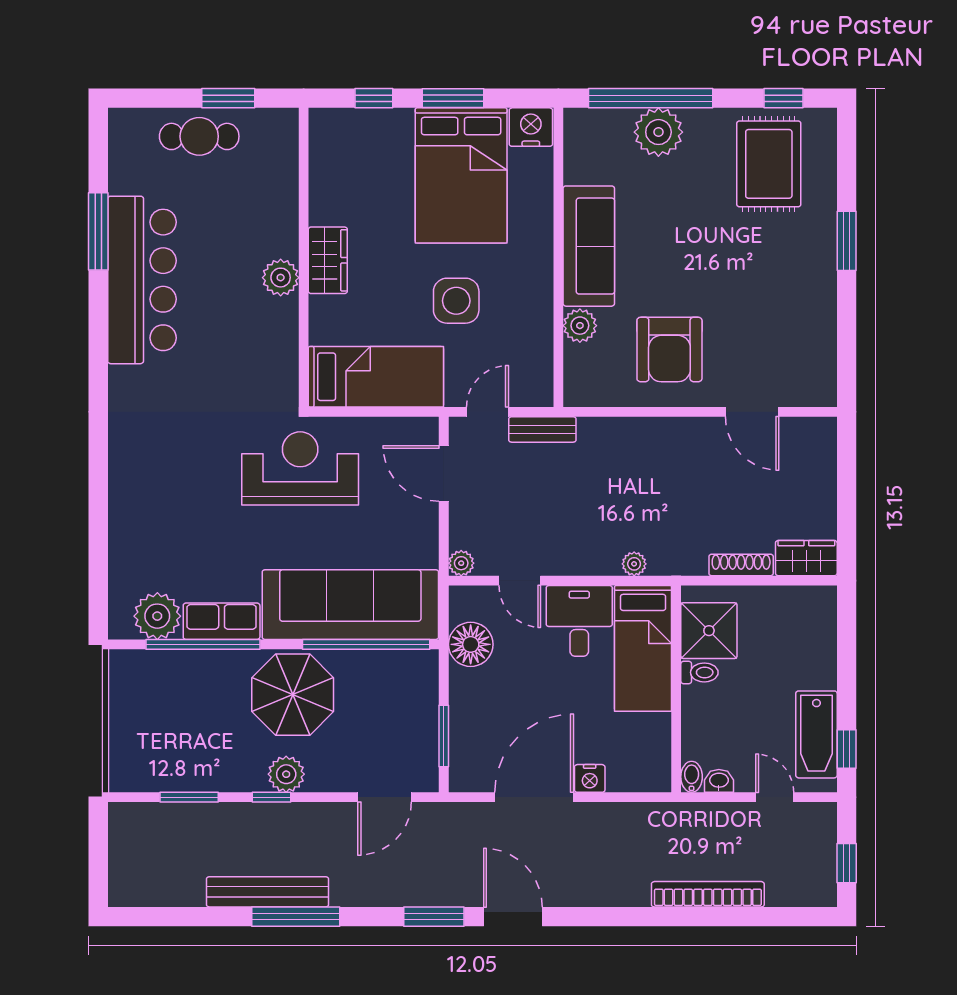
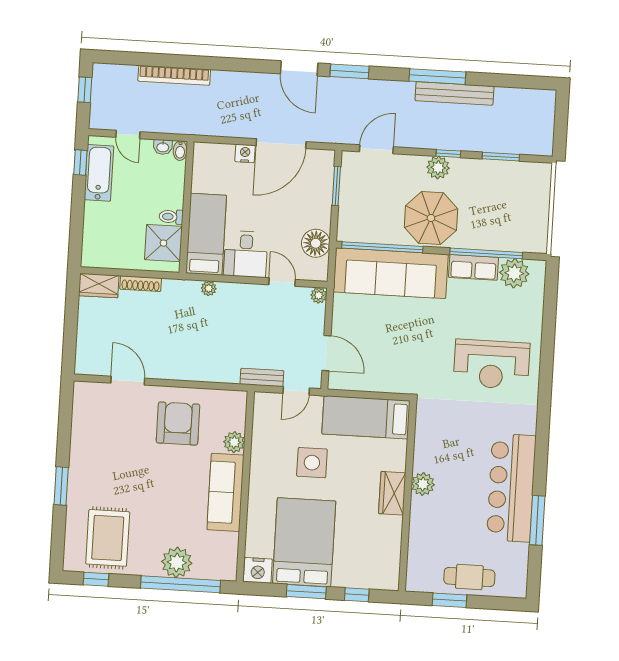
reception desk: (300, 468) -> (492, 364), moved

